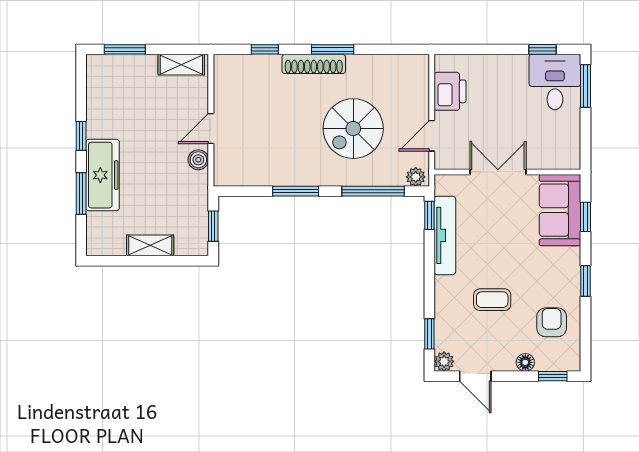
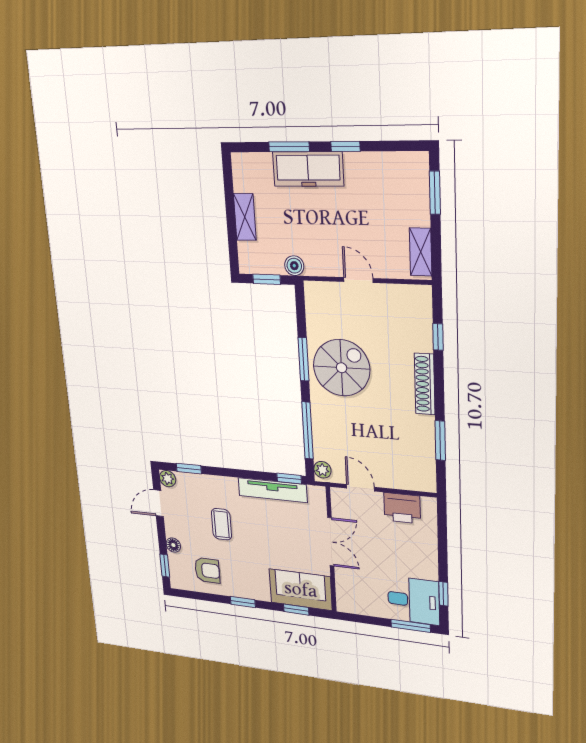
window: (333, 49) -> (440, 441), moved
spiral stairs: (353, 129) -> (342, 368), moved, turned 90
boiler: (198, 160) -> (294, 266), moved

